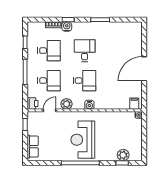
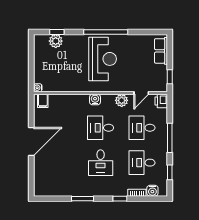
water cooler: (67, 26) -> (152, 191), moved

